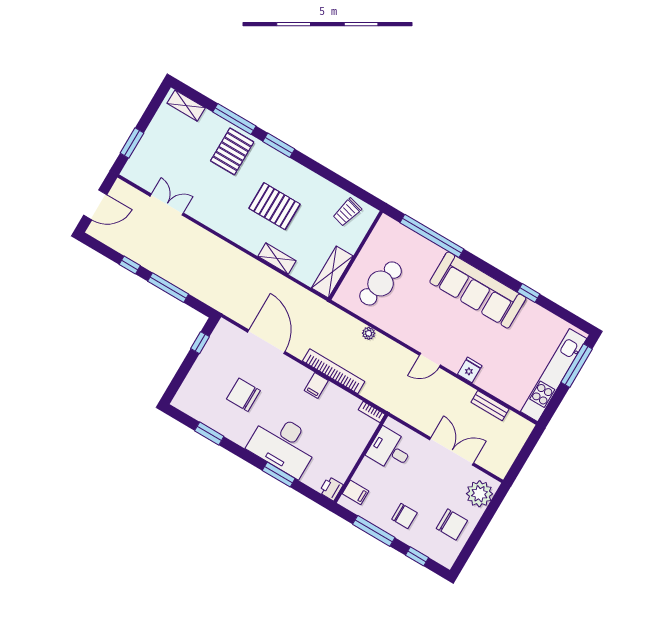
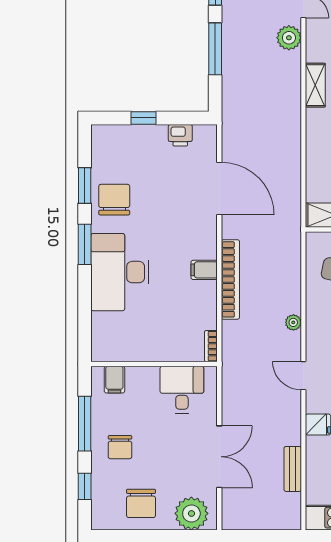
plant: (191, 232) -> (289, 38), added
shelving: (277, 259) -> (315, 85), moved
plant: (369, 333) -> (293, 322), moved
door: (266, 342) -> (219, 189), hinge flipped
window: (200, 343) -> (143, 118), moved
chair: (243, 395) -> (114, 200), moved
window: (279, 475) -> (85, 244), moved
printer: (331, 489) -> (180, 135), moved, turned 180

